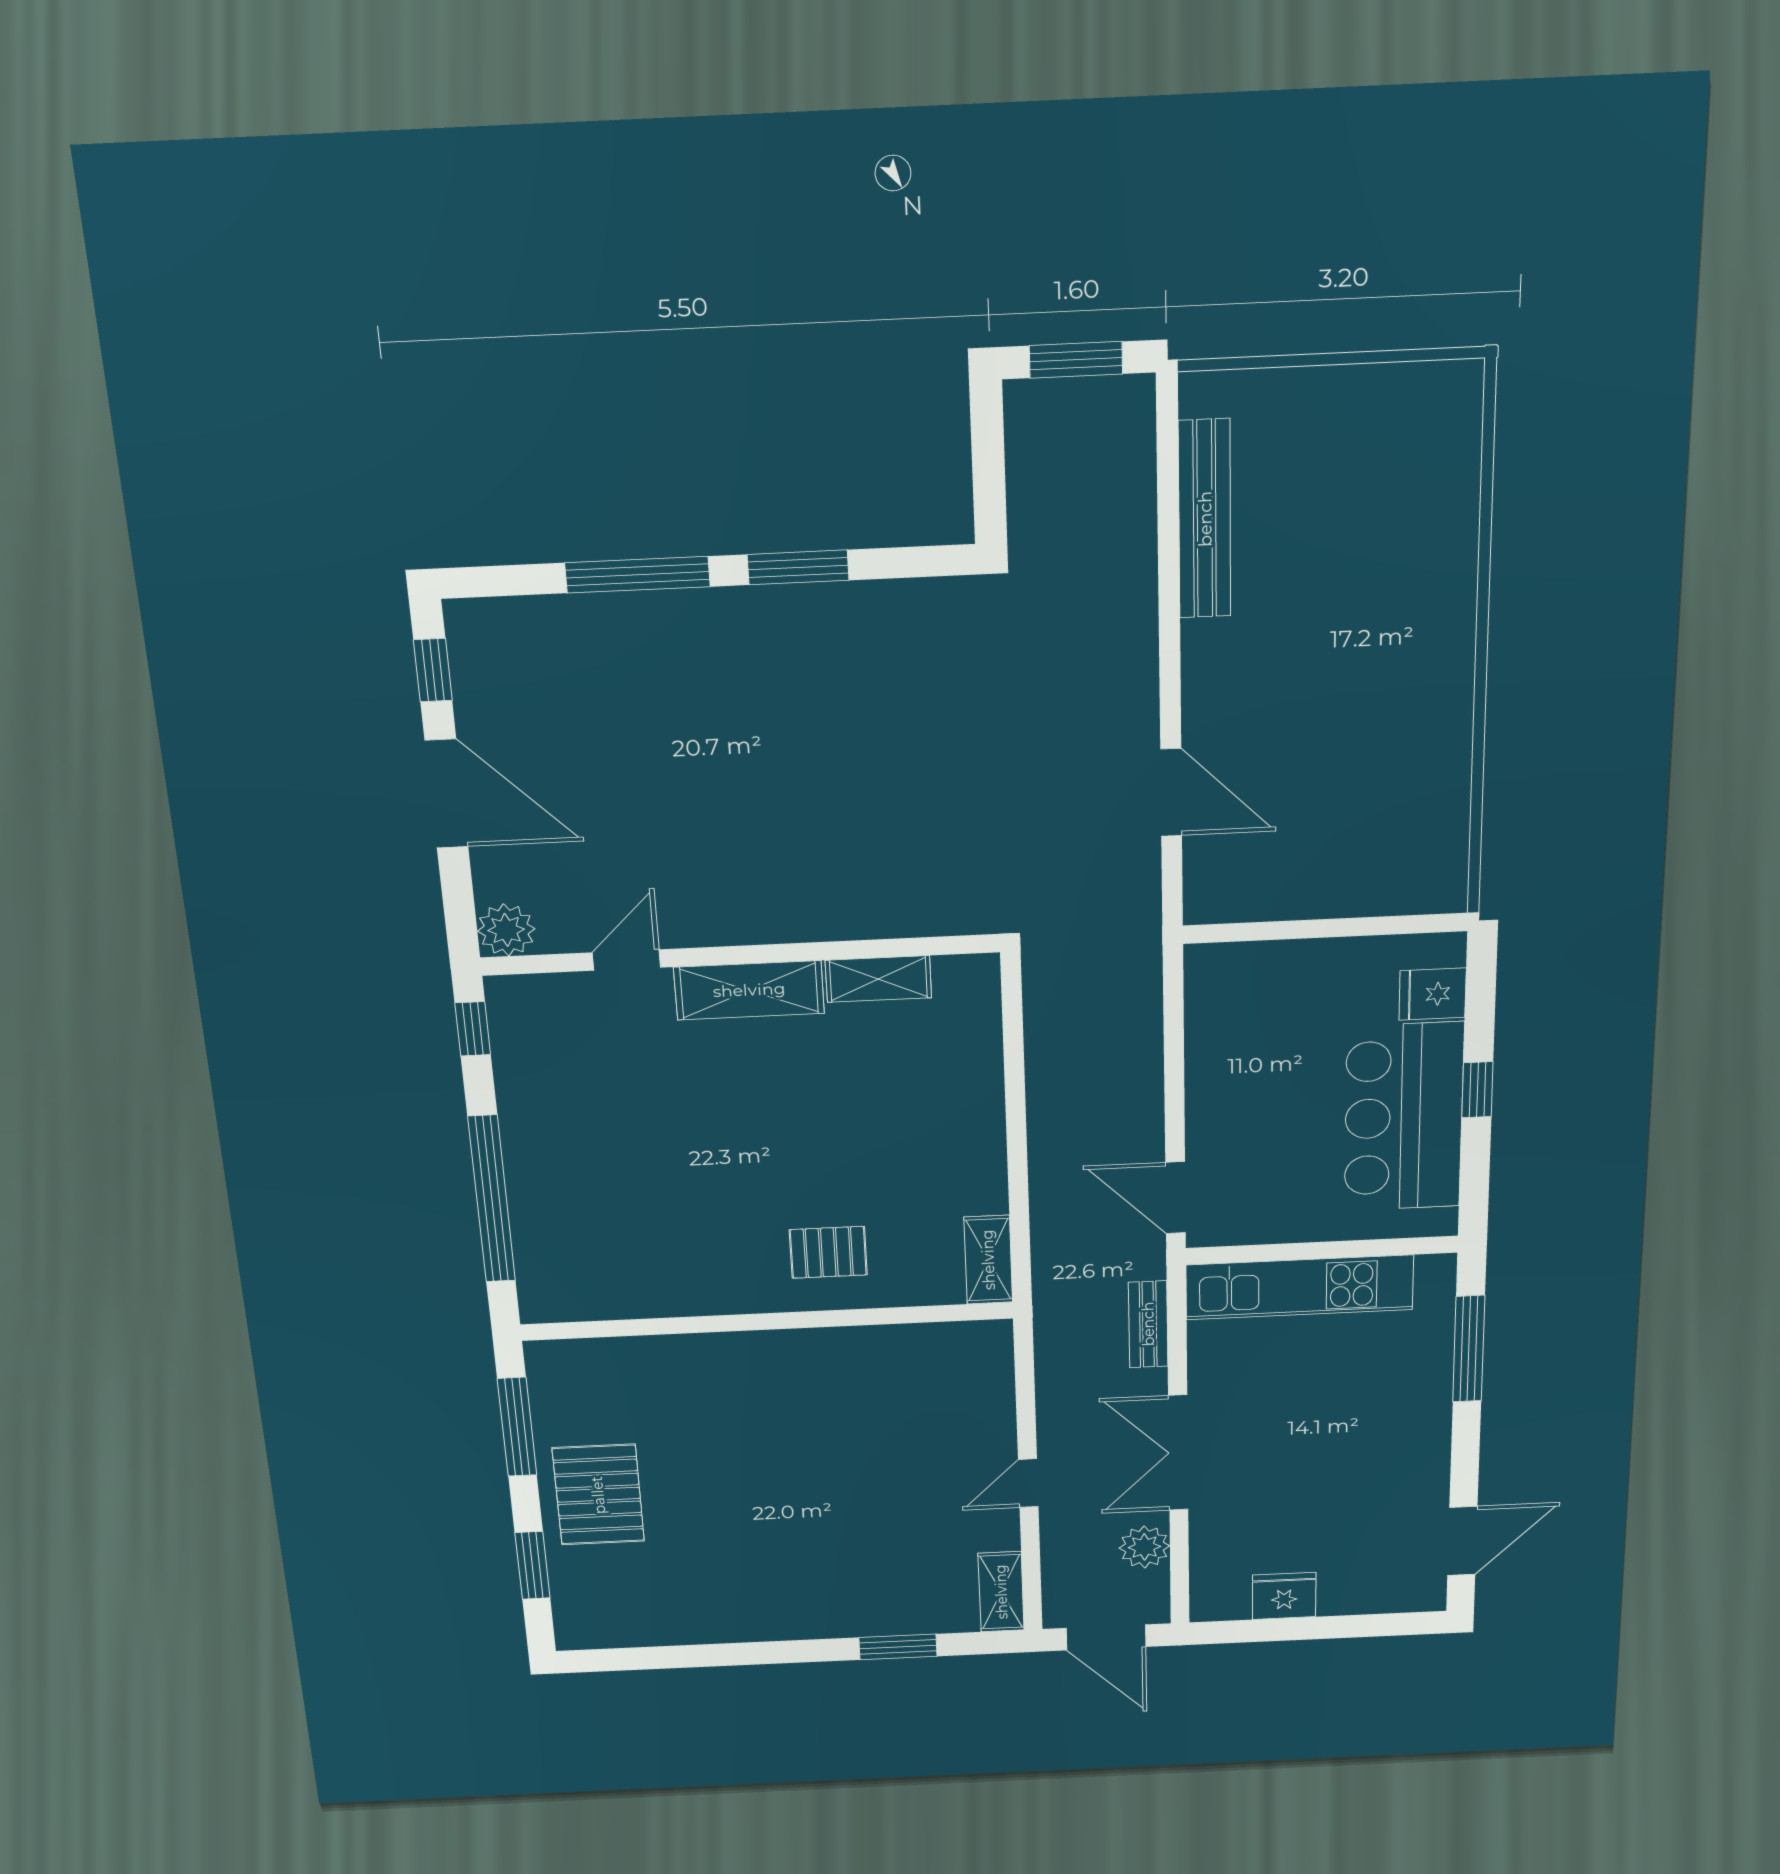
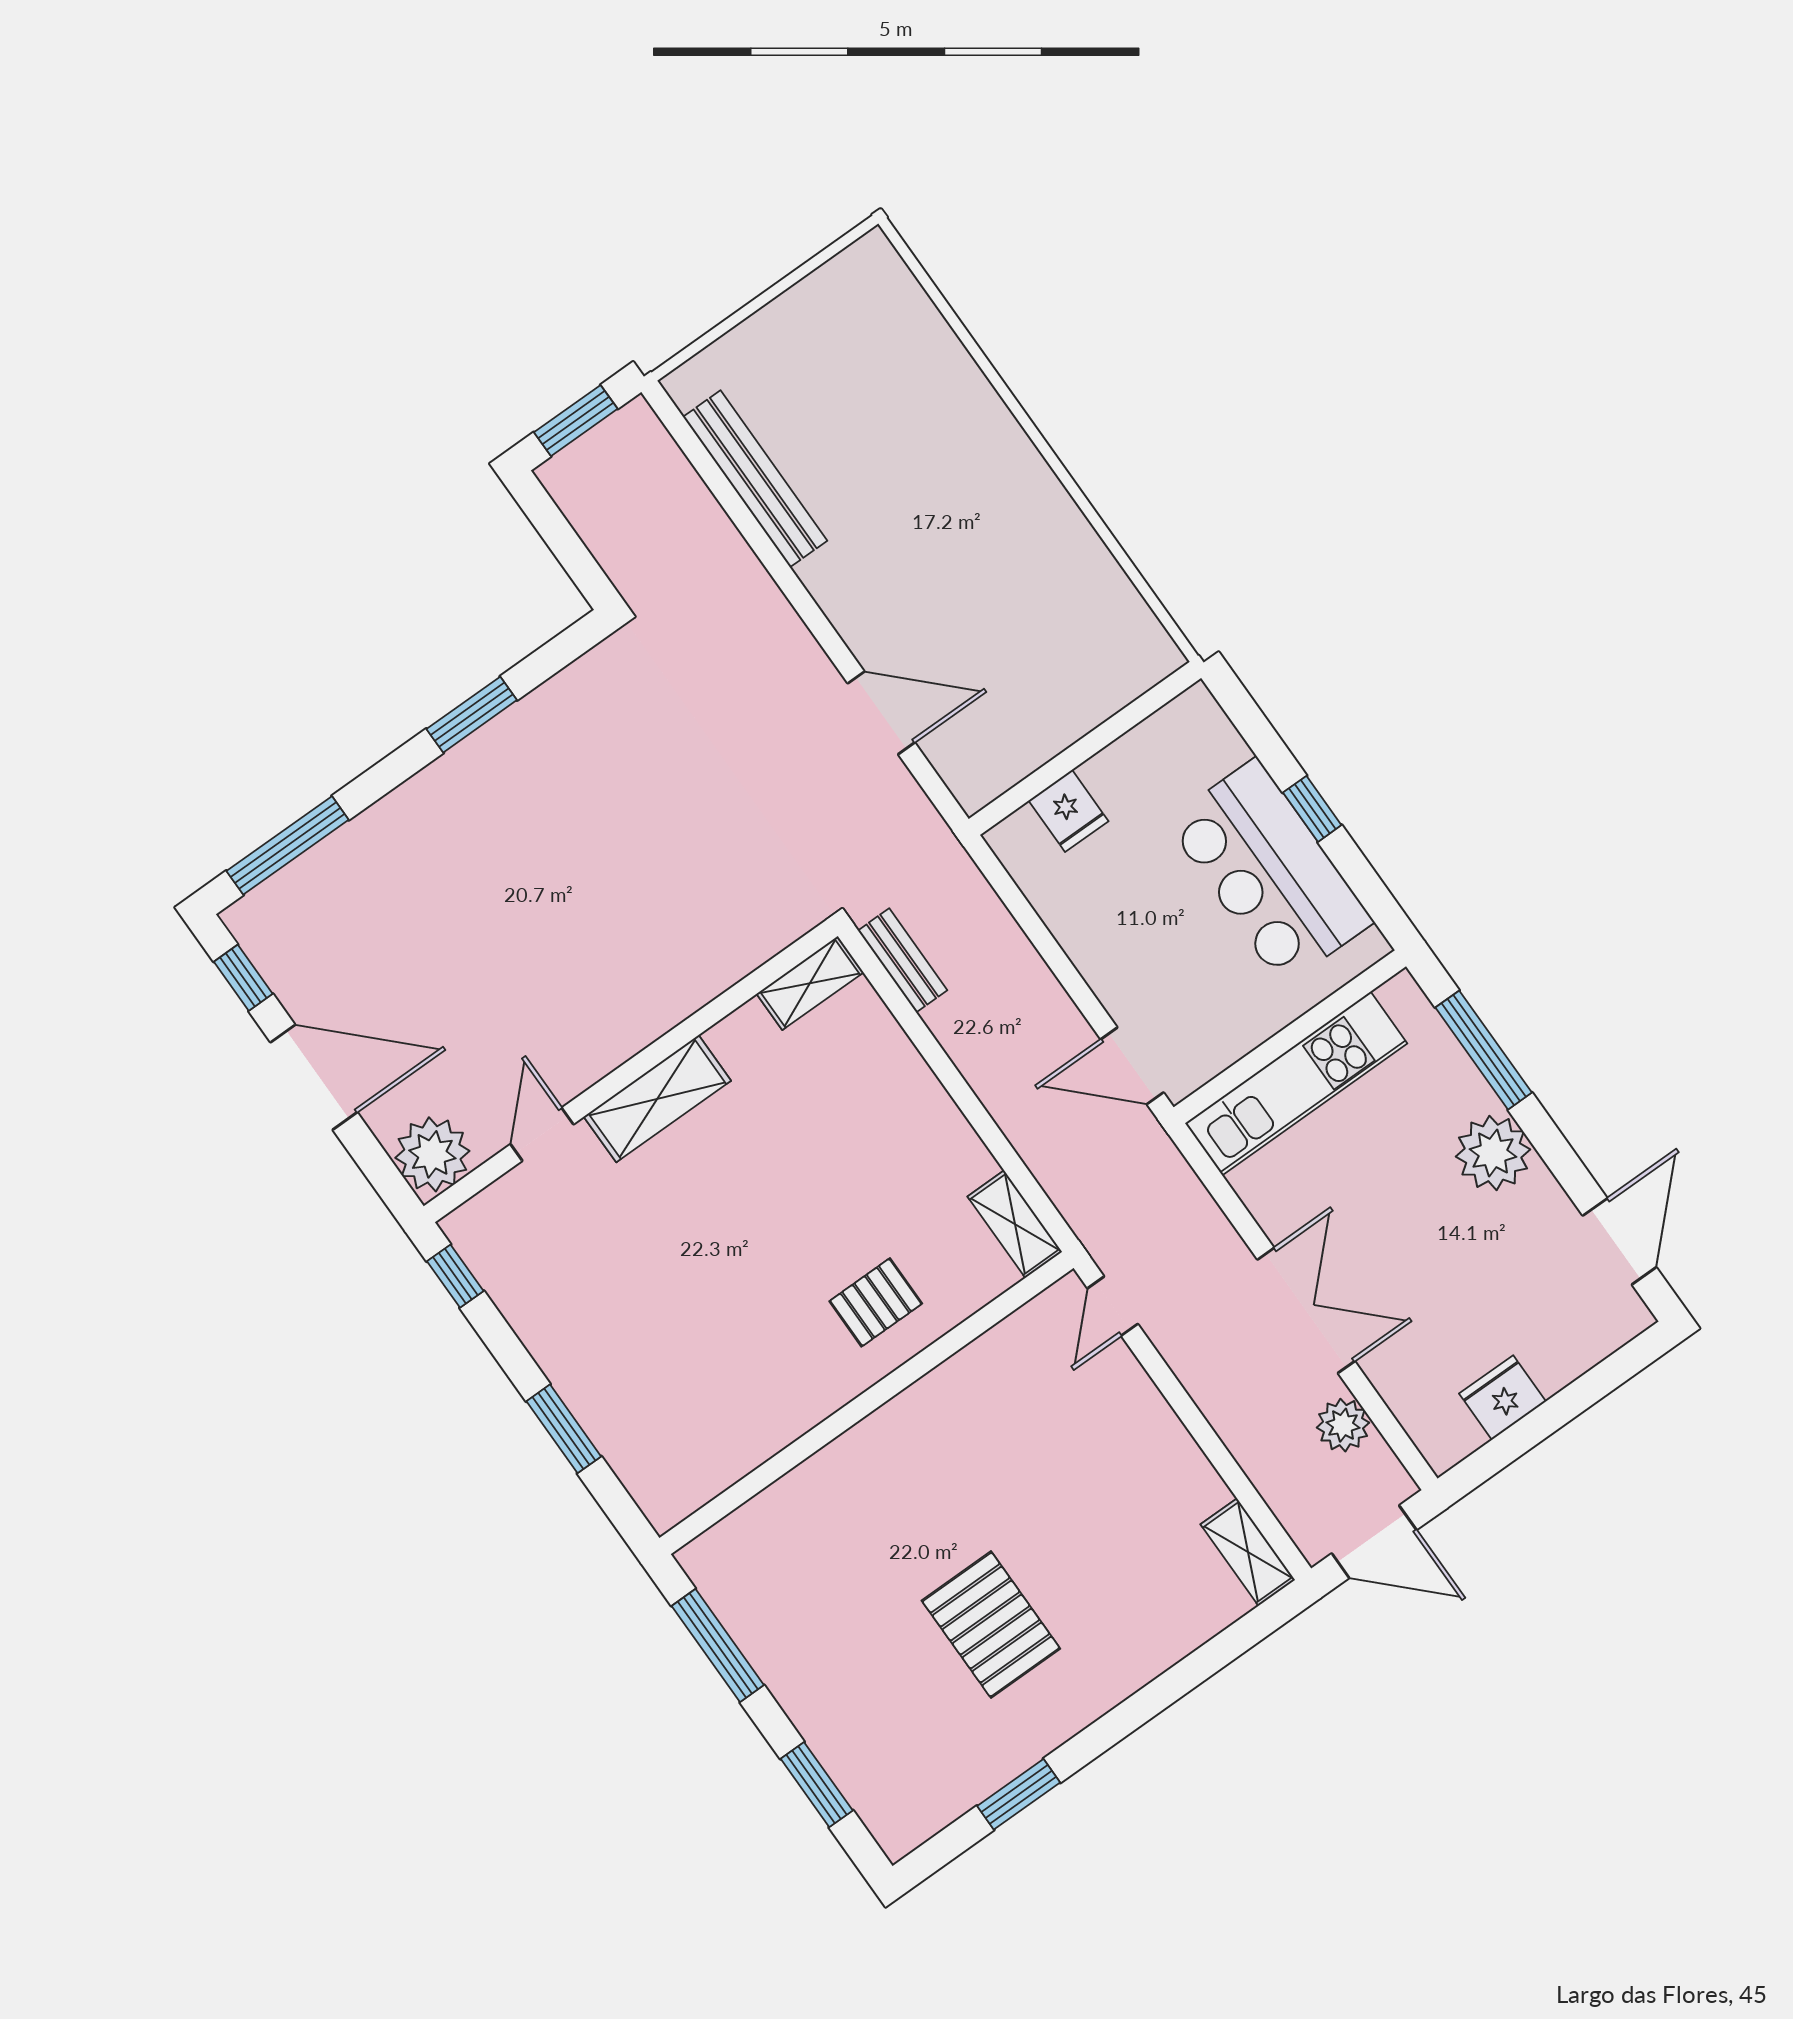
window: (638, 575) -> (288, 845), moved
plant: (506, 930) -> (432, 1154), width x1.36, depth x1.36
shelving: (878, 979) -> (810, 983), moved
fridge: (1433, 994) -> (1068, 811), moved, turned -90
window: (492, 1199) -> (564, 1429), width x0.47
bench: (1148, 1324) -> (903, 960), moved
plant: (1416, 1426) -> (1493, 1153), added
double door: (1178, 1453) -> (1306, 1310), swing flipped
door: (1028, 1483) -> (1113, 1306), moved
pallet: (598, 1495) -> (991, 1625), moved
window: (898, 1647) -> (1019, 1794), moved

